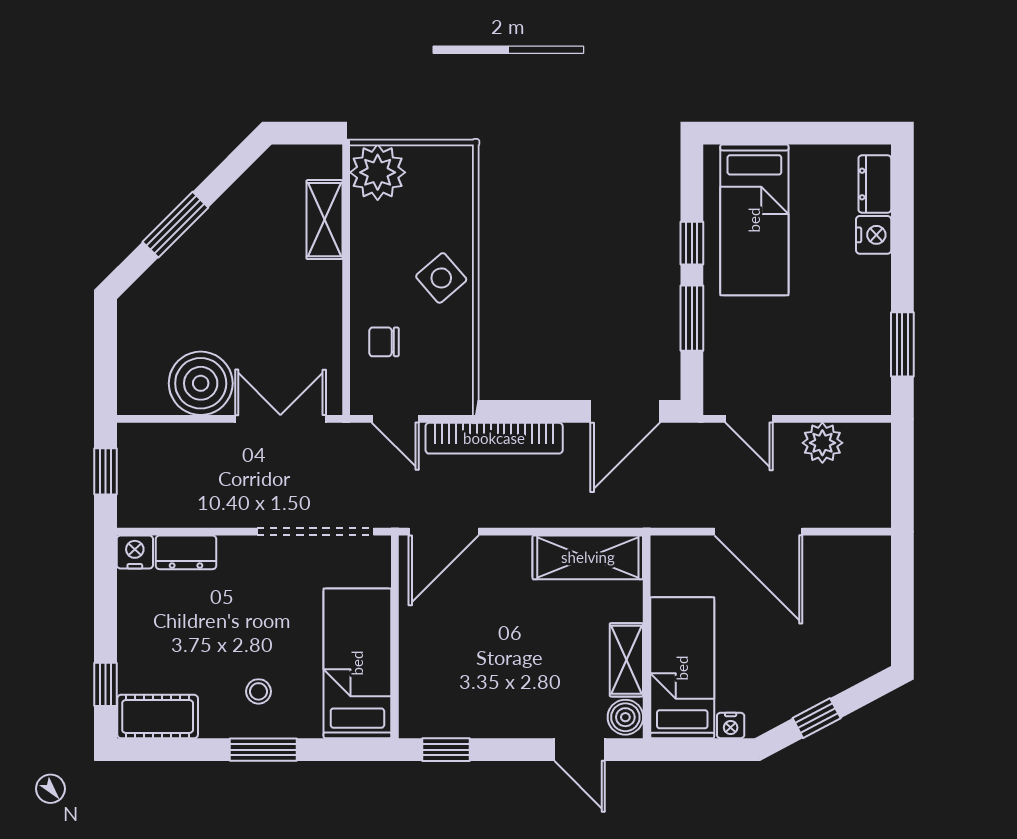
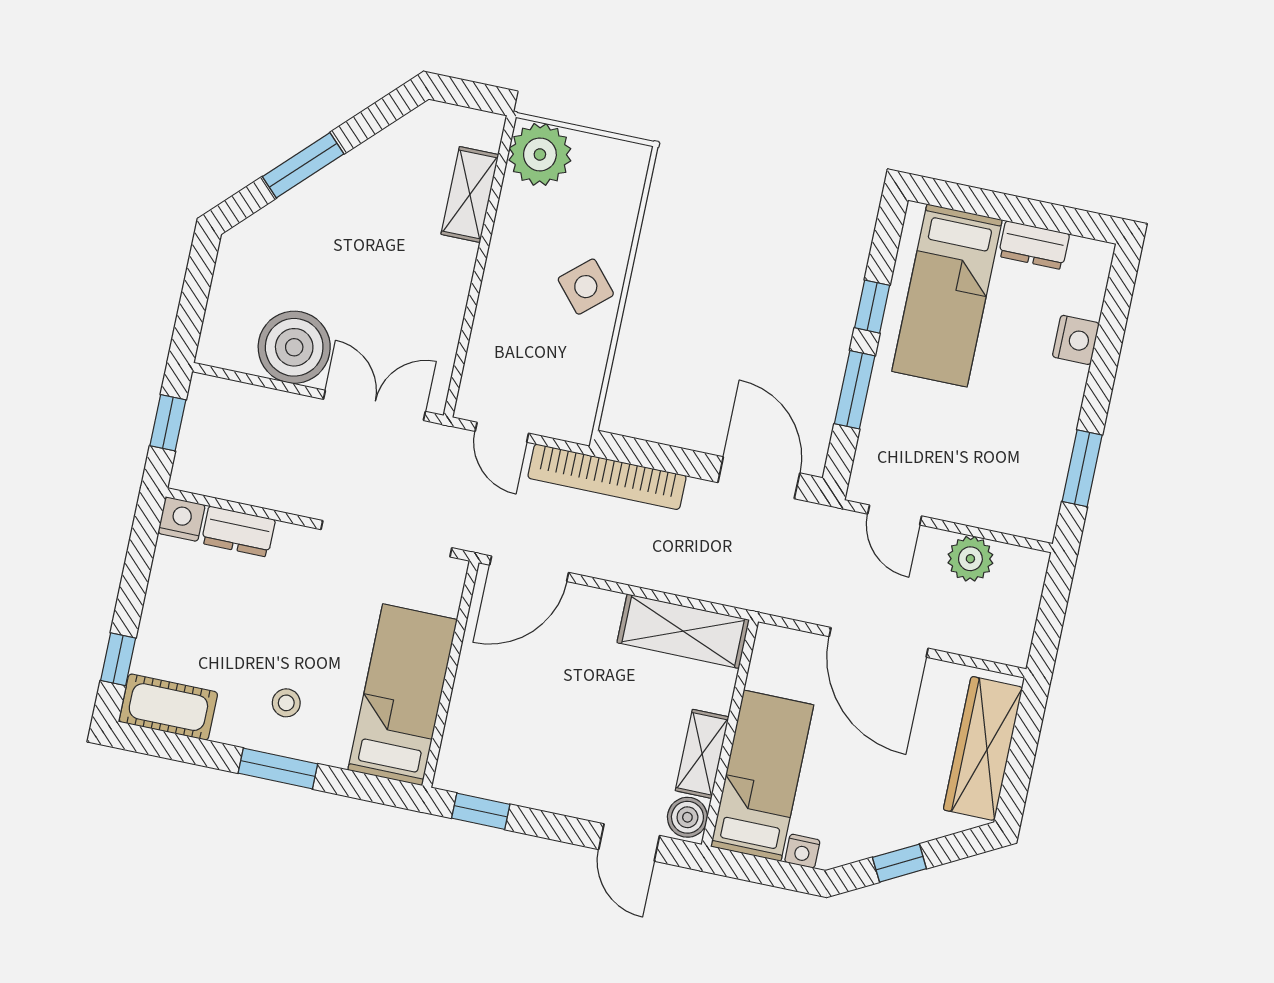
dresser: (875, 184) -> (1034, 245), moved, turned -90
chair: (384, 342) -> (507, 344), removed
door: (625, 411) -> (759, 478), swing flipped
wardrobe: (868, 604) -> (983, 748), added

